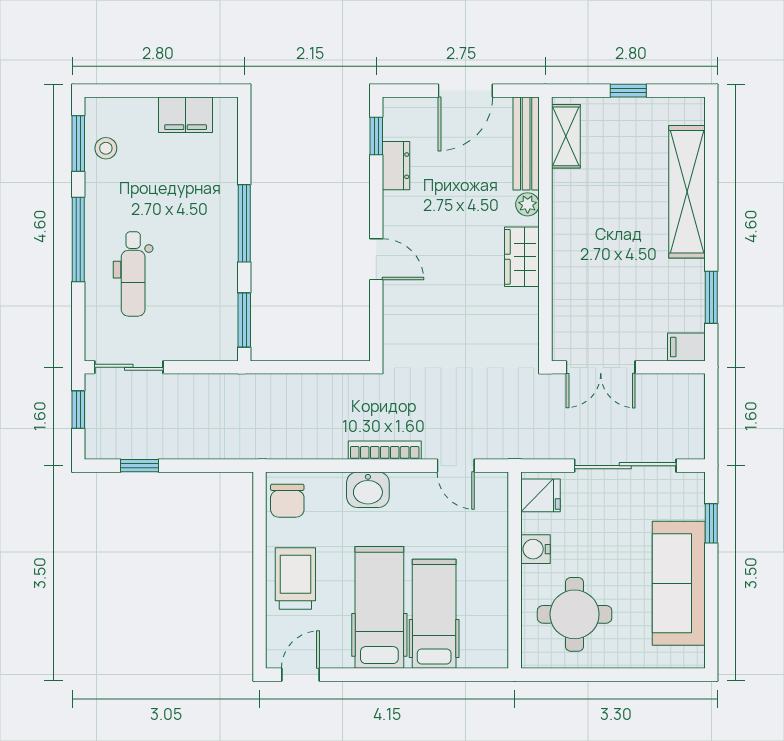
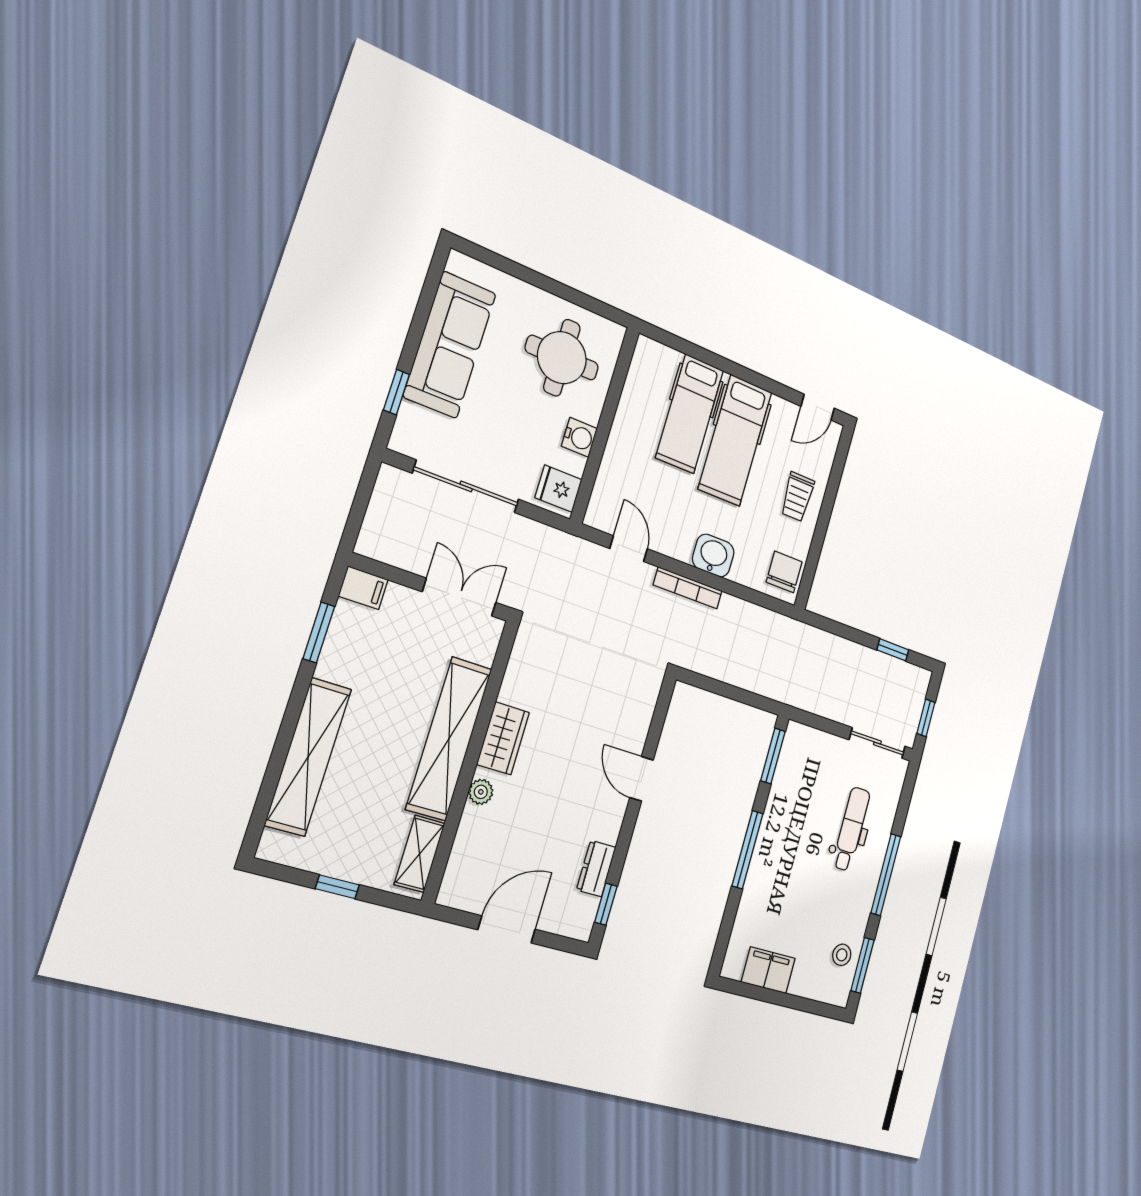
bench: (526, 143) -> (463, 857), removed
shelving: (571, 242) -> (449, 739), added
trolley: (295, 579) -> (797, 497), width x0.73, depth x0.72

